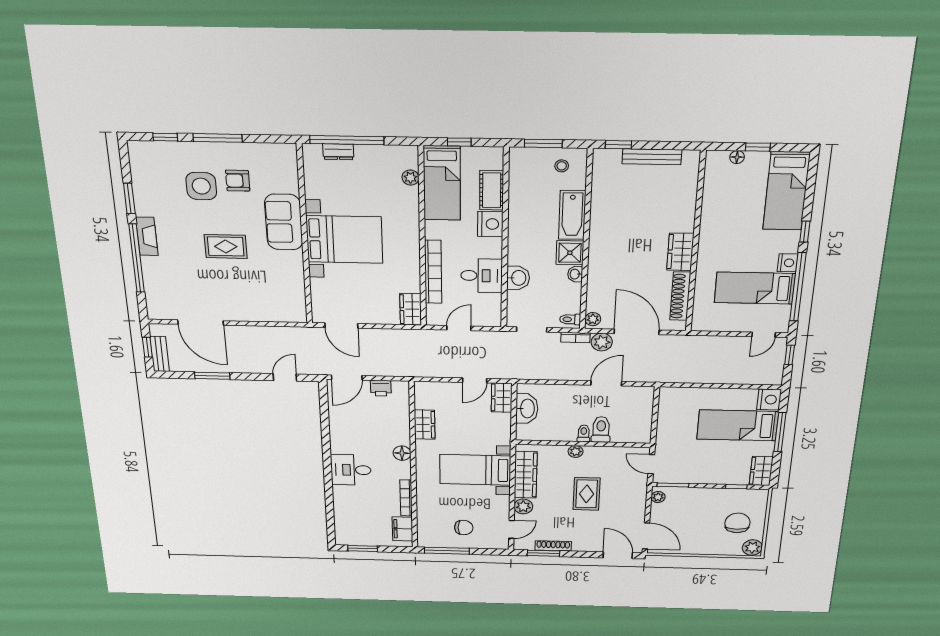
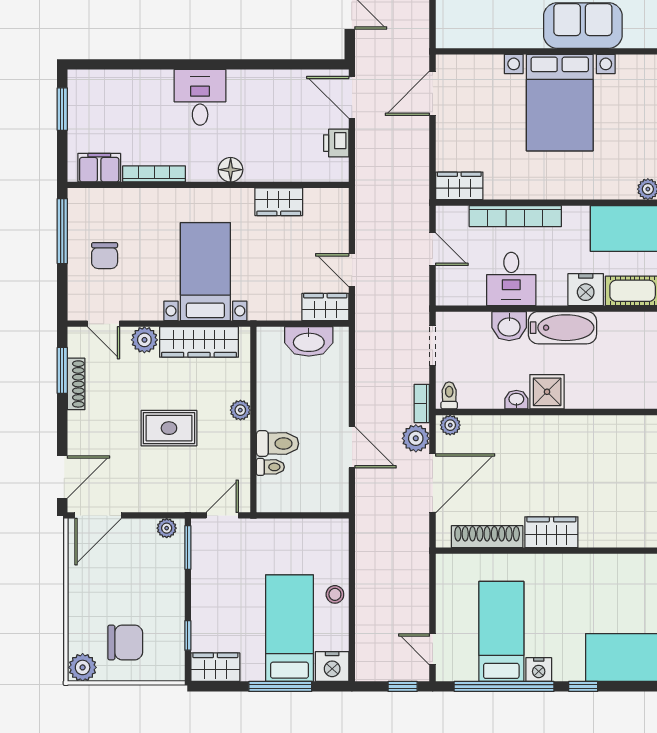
bathtub: (572, 215) -> (562, 328), moved, turned 180
stool: (715, 397) -> (335, 594), added
toilet: (584, 433) -> (270, 467), moved

